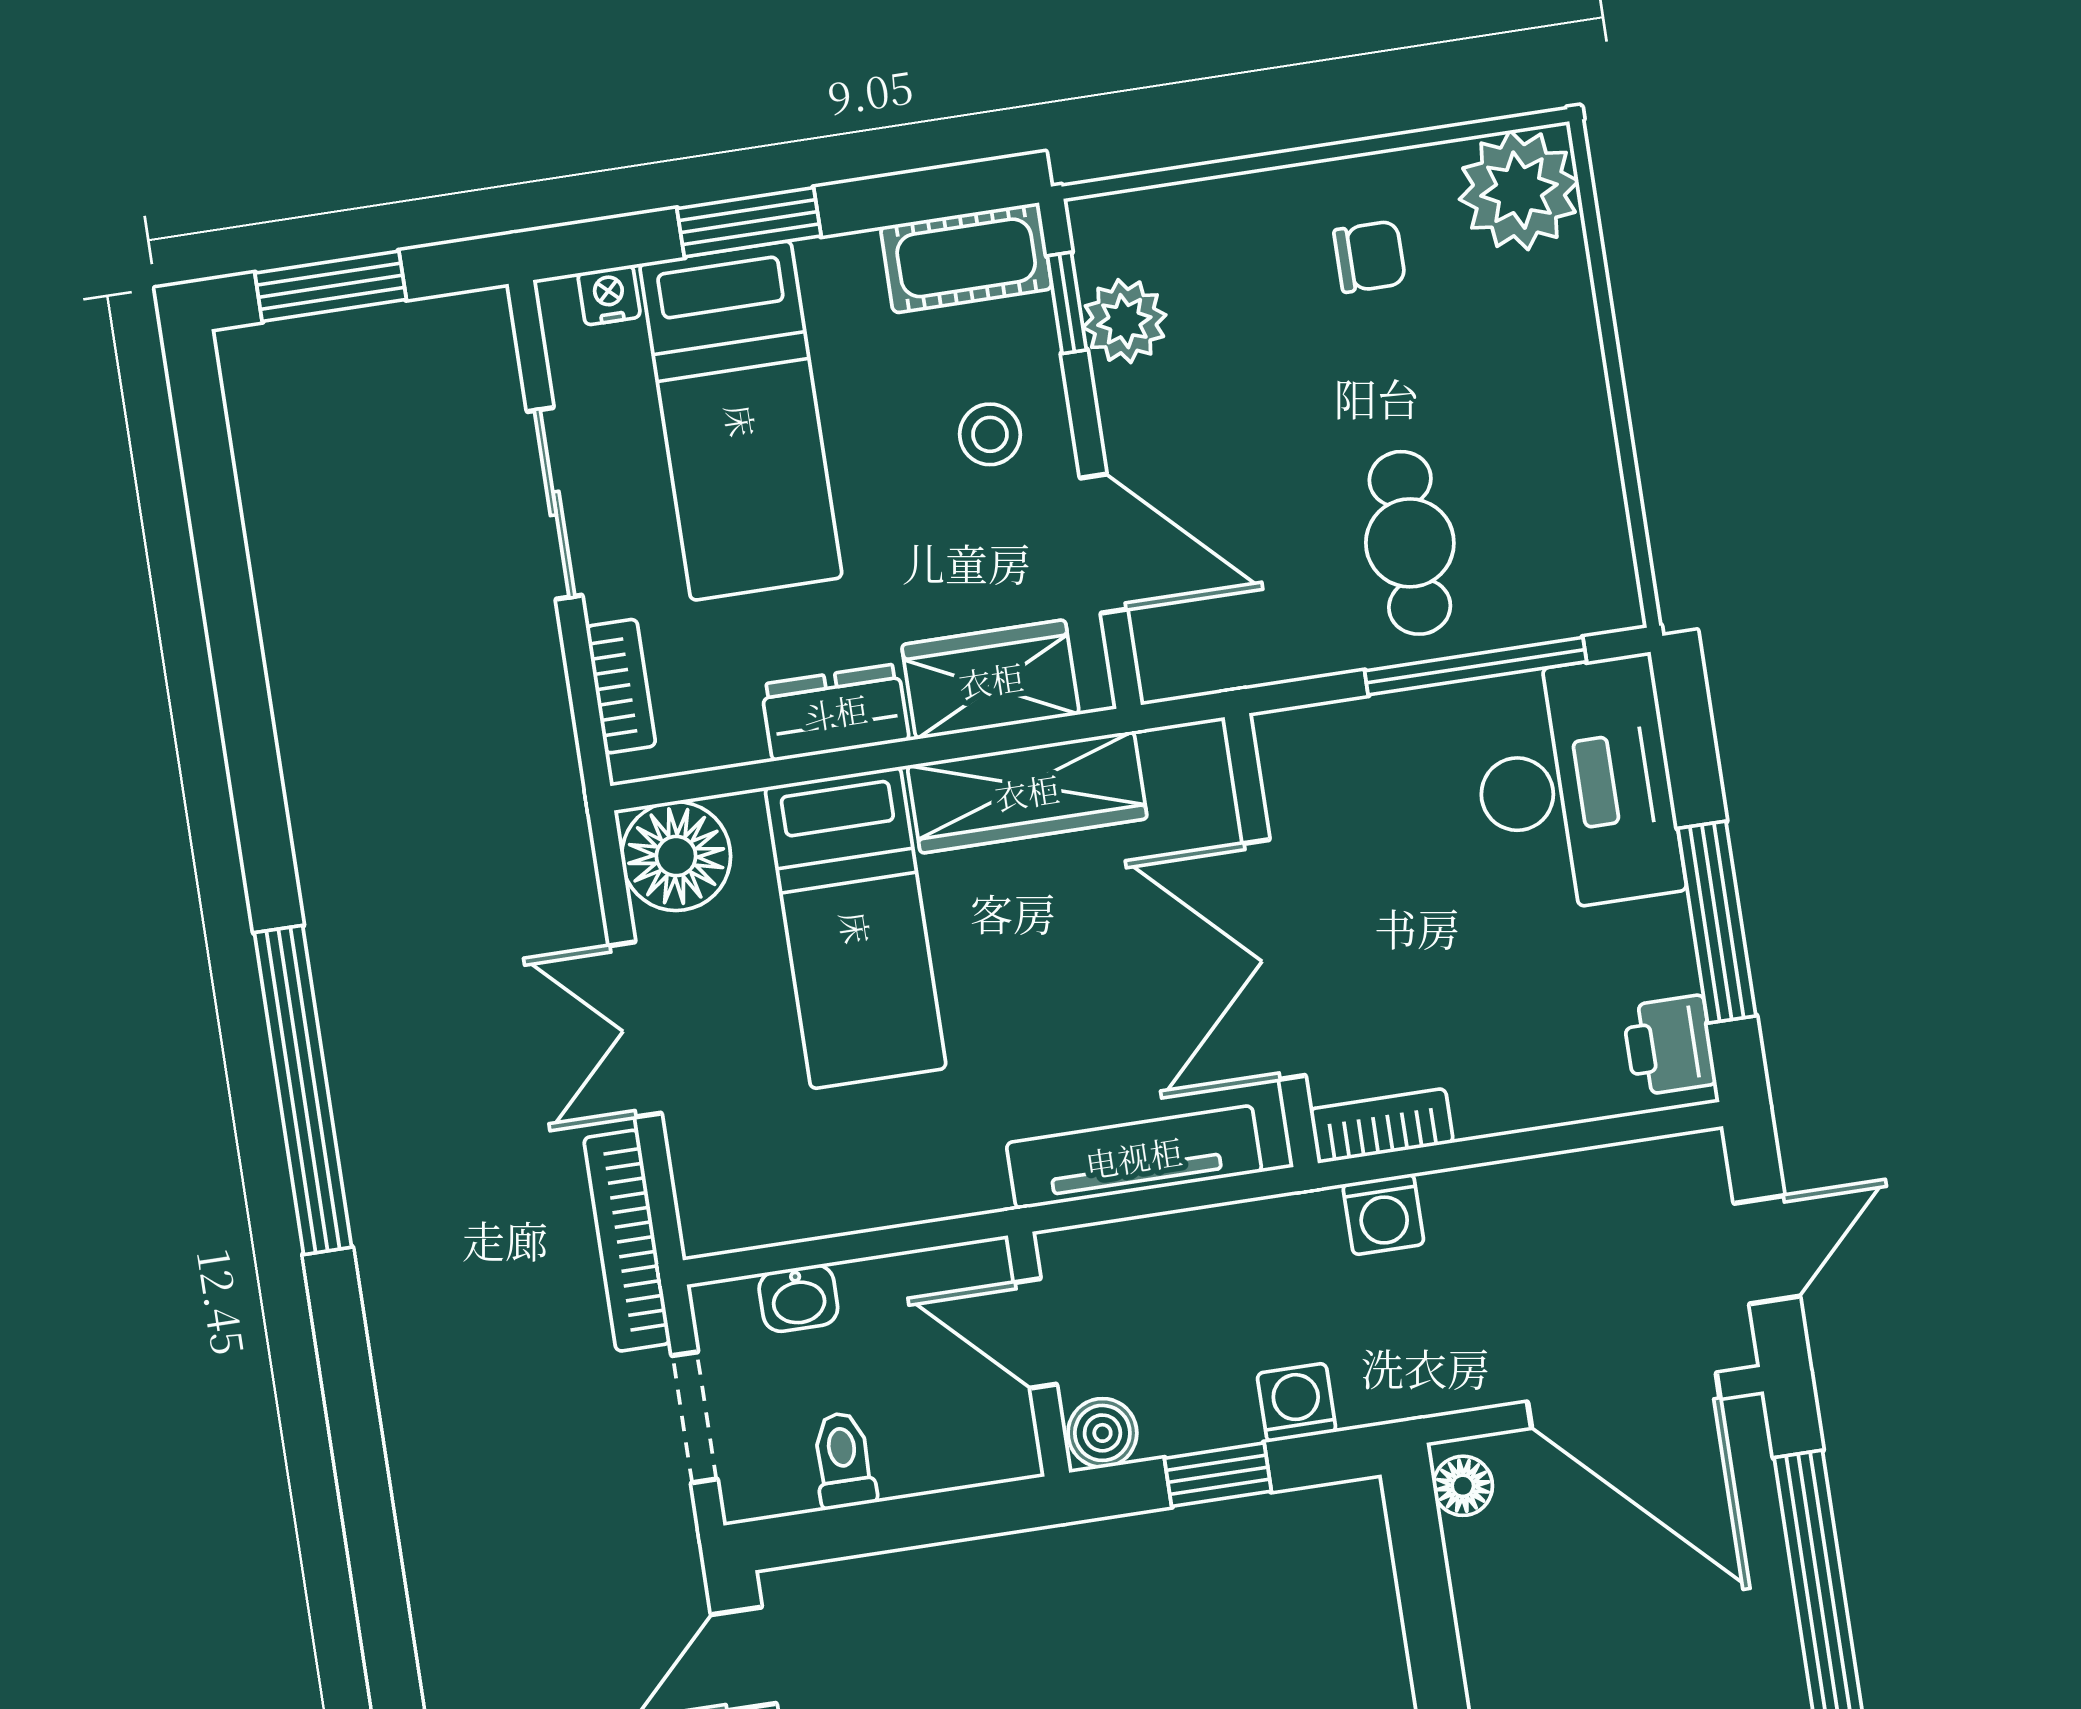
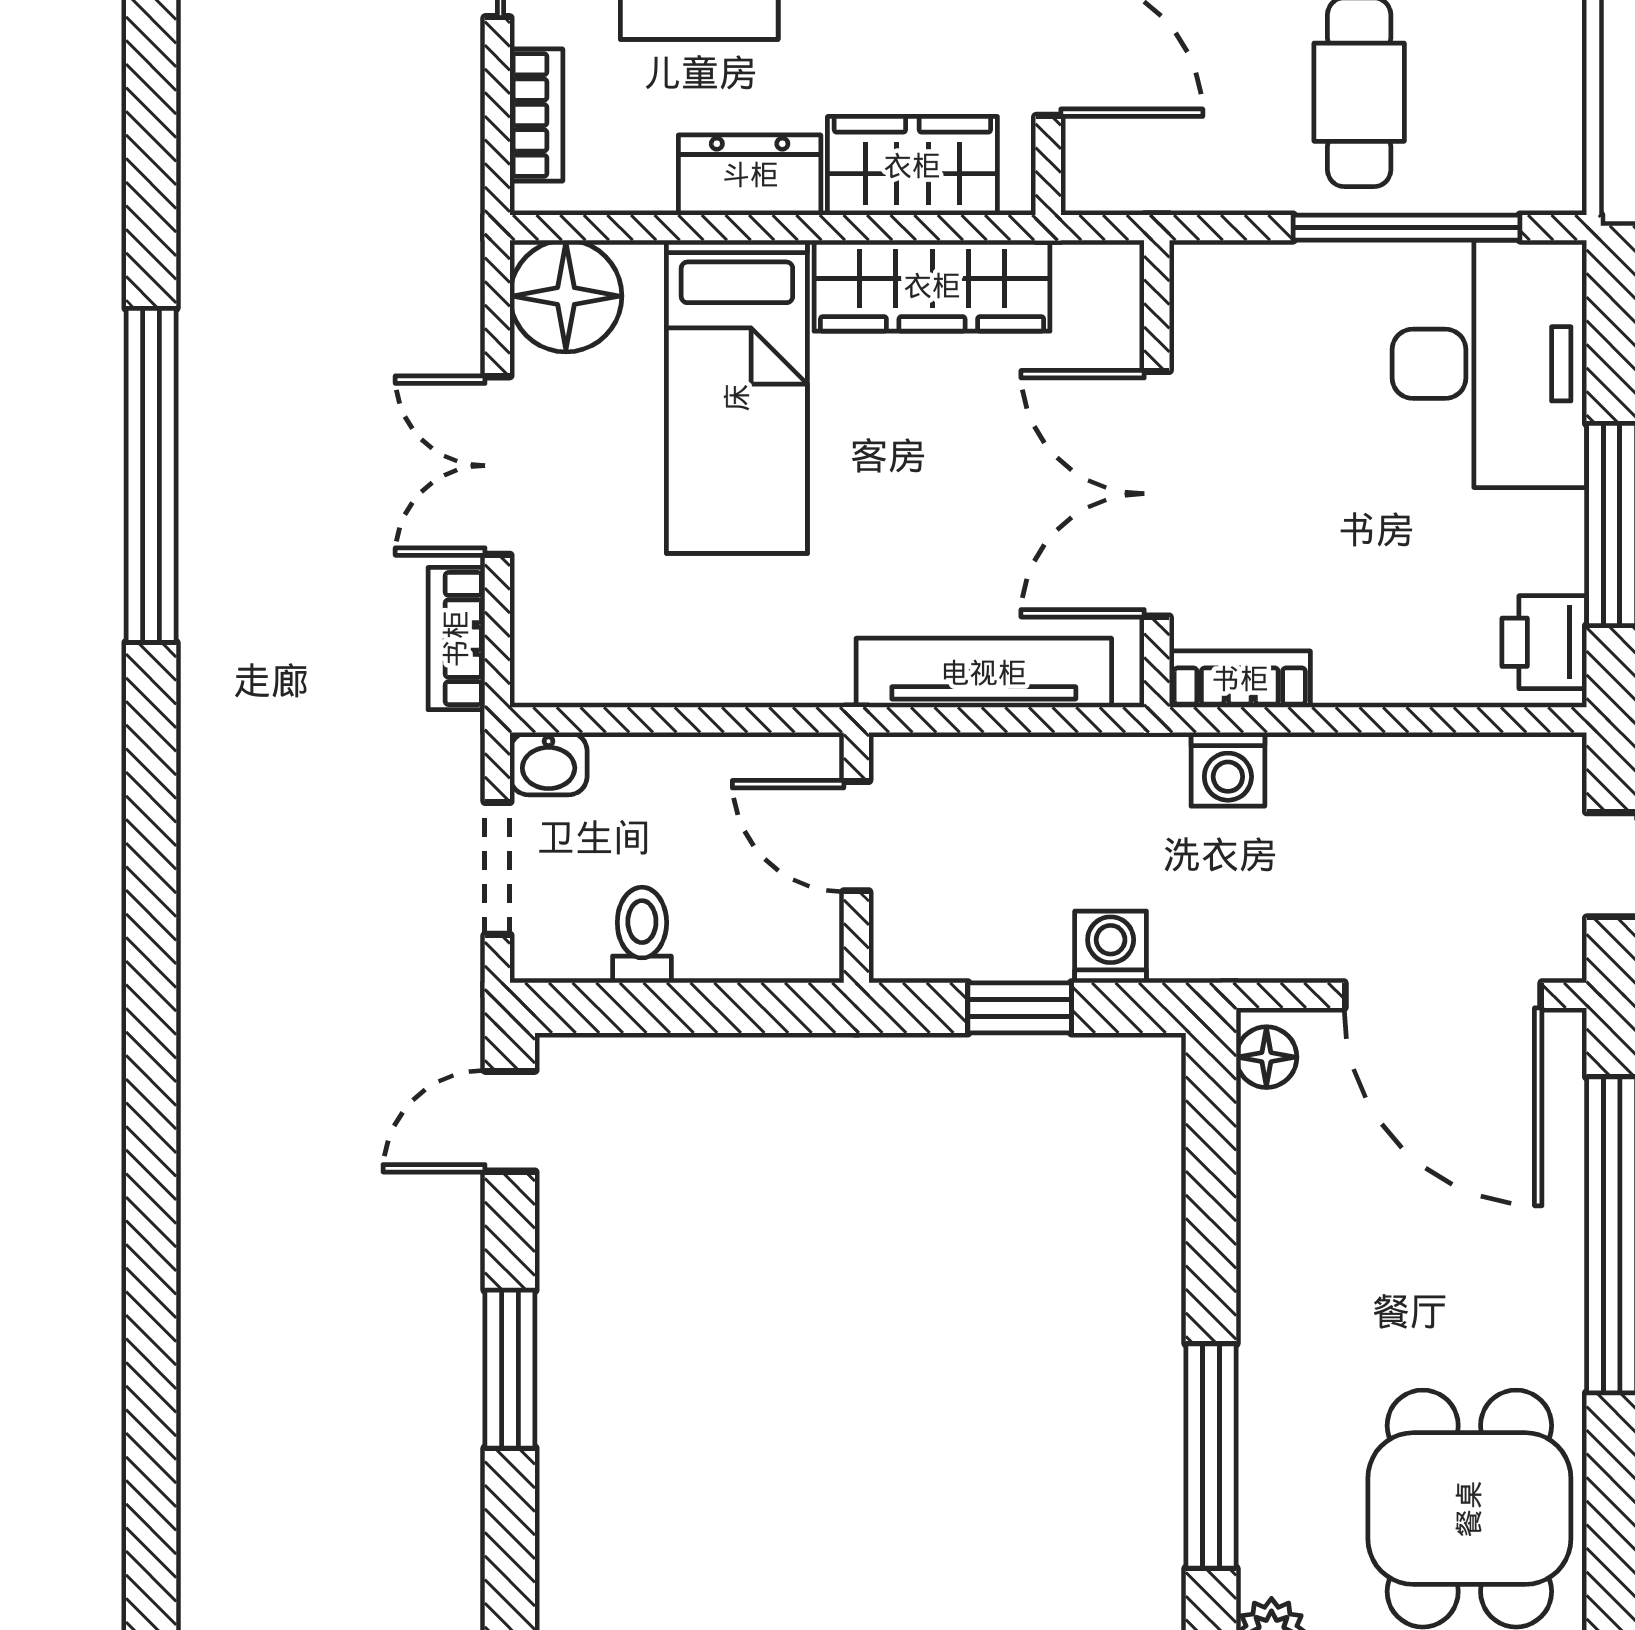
bookcase: (627, 1241) -> (456, 639), width x0.64
washbasin: (798, 1298) -> (549, 764), moved
boiler: (1102, 1433) -> (909, 948), removed

